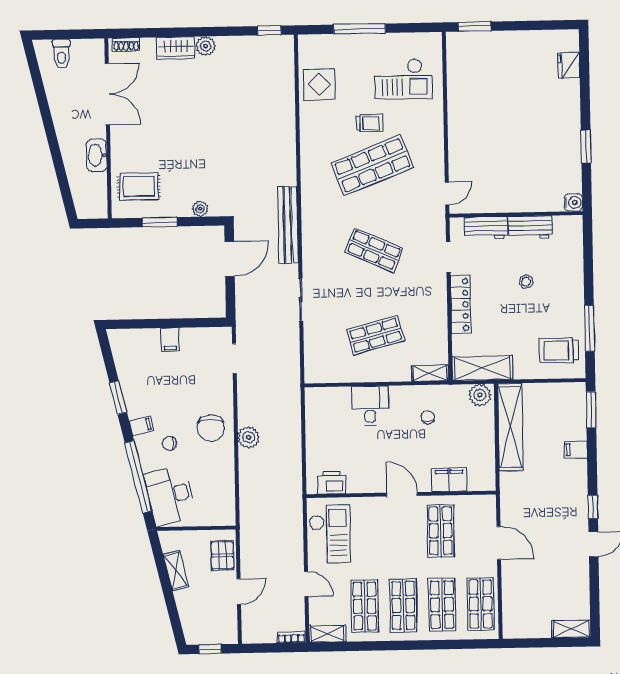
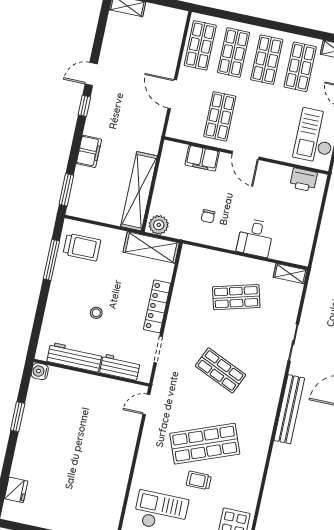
workbench: (530, 227) -> (75, 357), width x1.37
shelving: (430, 373) -> (290, 274), moved
filing cabinet: (576, 450) -> (89, 151), width x2.00

